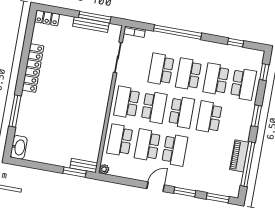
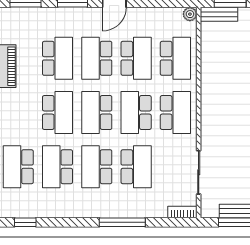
window: (178, 32) -> (122, 222), width x0.68
window: (236, 43) -> (25, 222), moved
school desk: (188, 74) -> (97, 167), turned 180
school desk: (216, 79) -> (57, 167), turned 180
school desk: (202, 155) -> (57, 58), added

